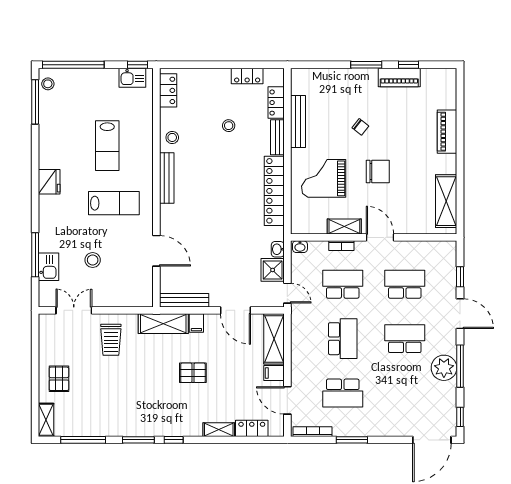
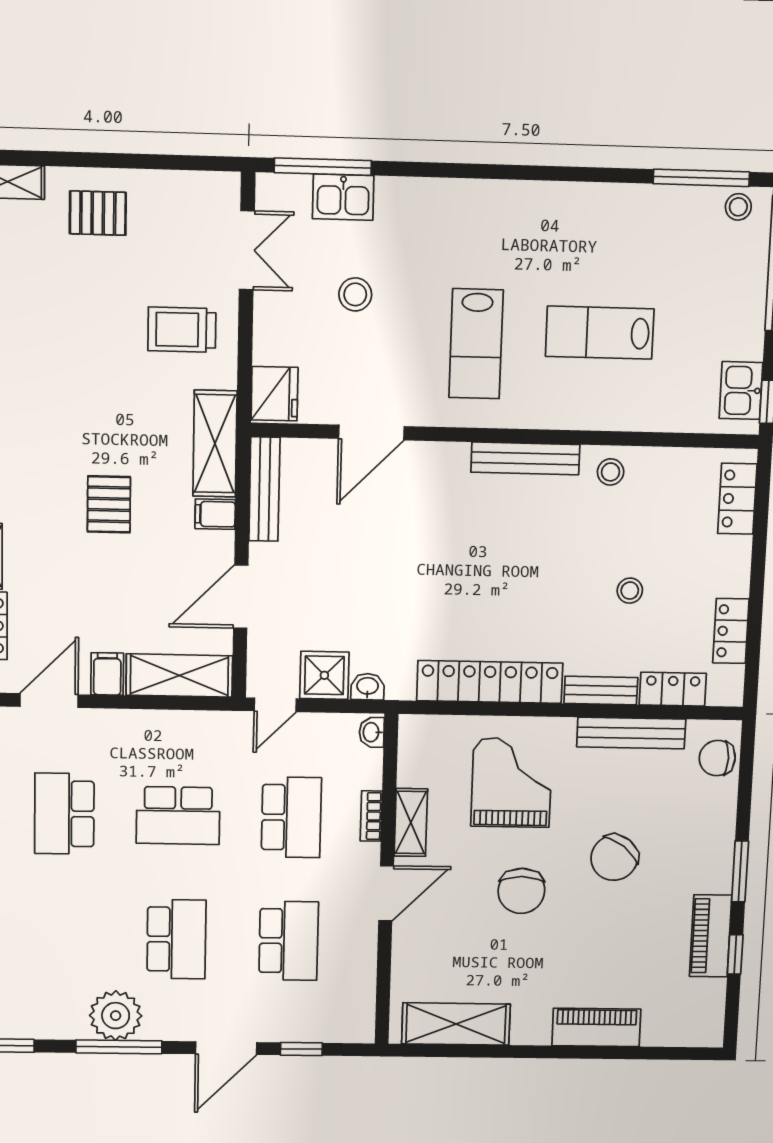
chair: (310, 79) -> (717, 758), added
locker: (168, 90) -> (737, 499), moved, turned 90
chair: (360, 127) -> (614, 858), width x1.87, depth x1.87
fridge: (49, 182) -> (275, 394), moved, turned -90
window: (35, 255) -> (323, 167), moved

